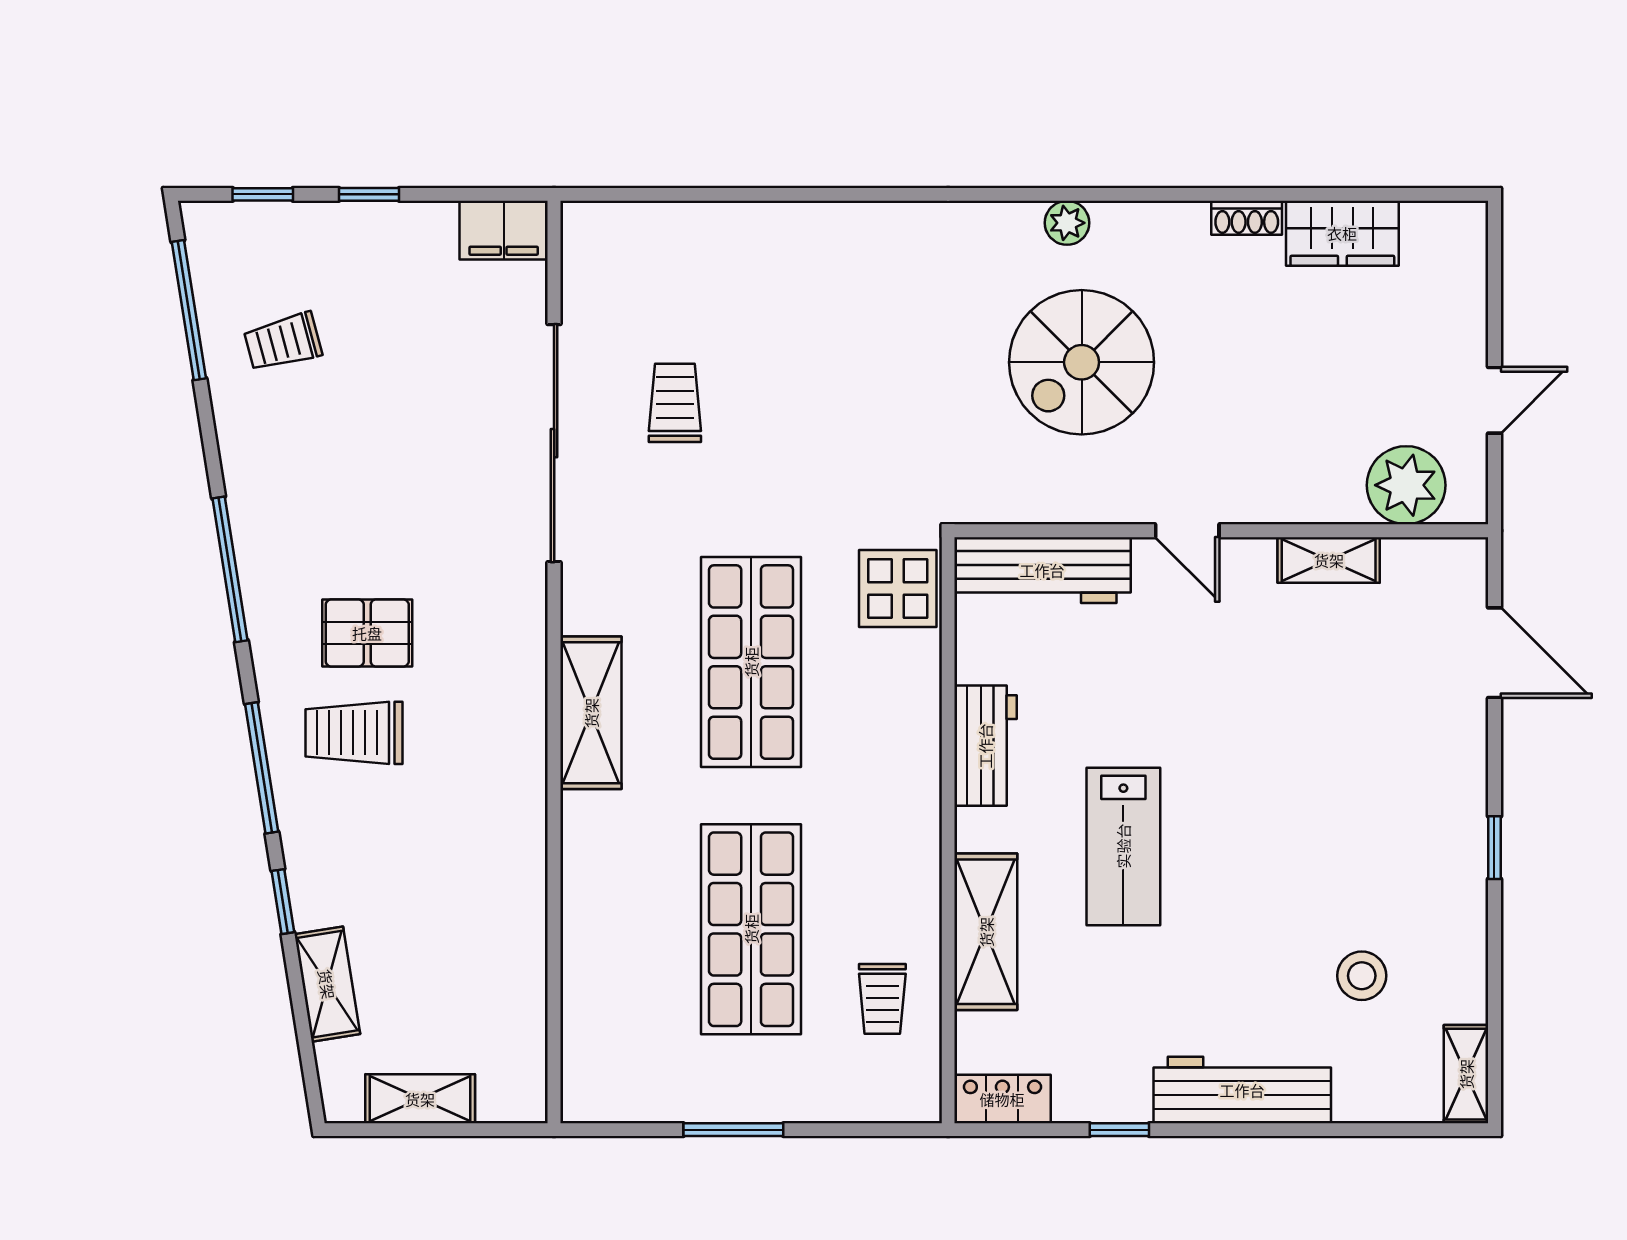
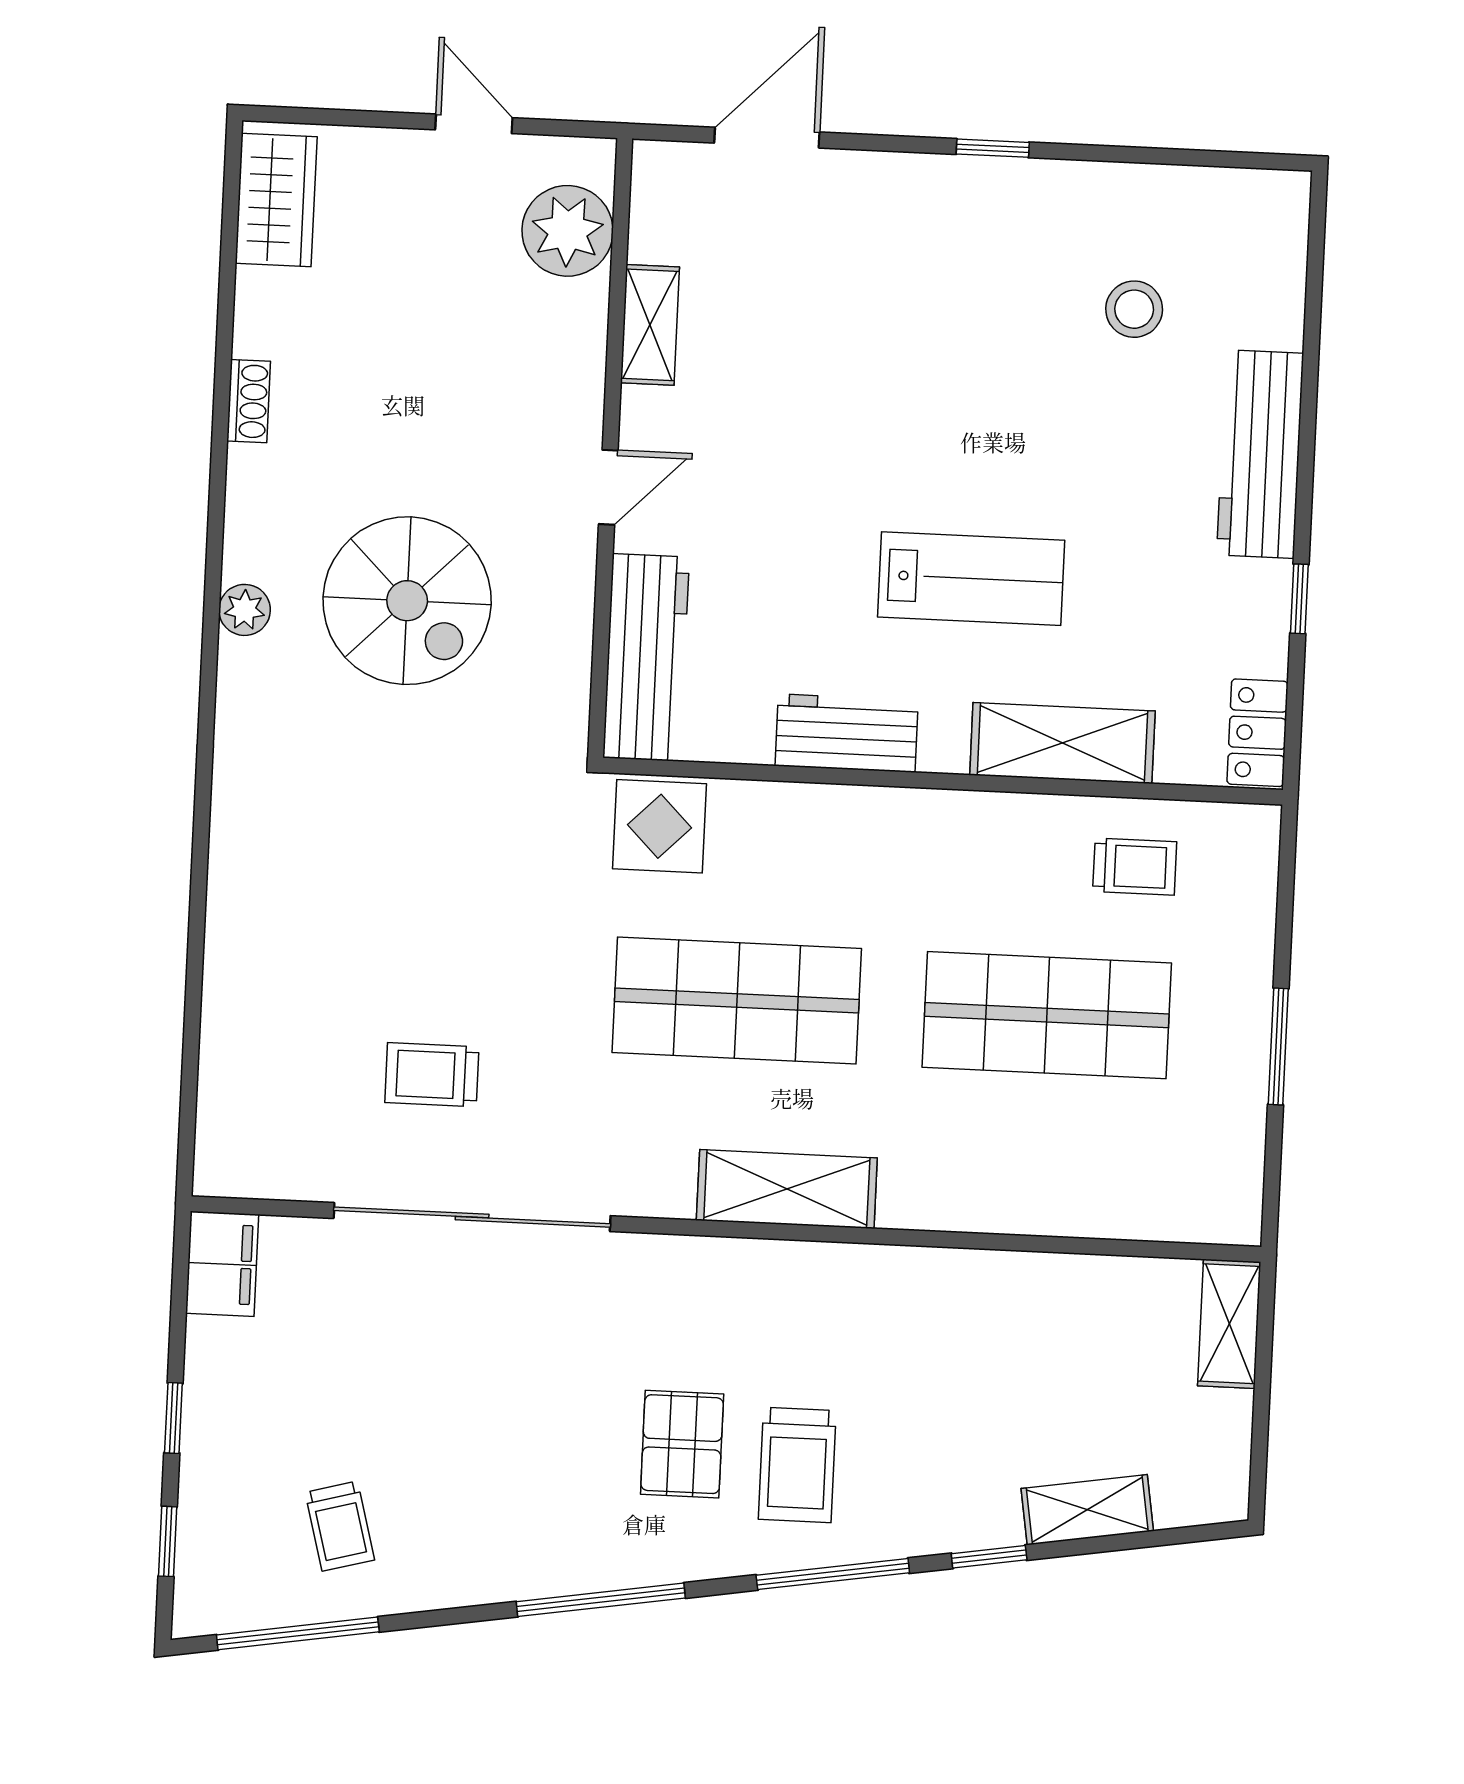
wardrobe: (1342, 233) -> (276, 200), moved
shelving: (1466, 1074) -> (1254, 194), removed
shelving: (420, 1099) -> (1229, 1324), moved

